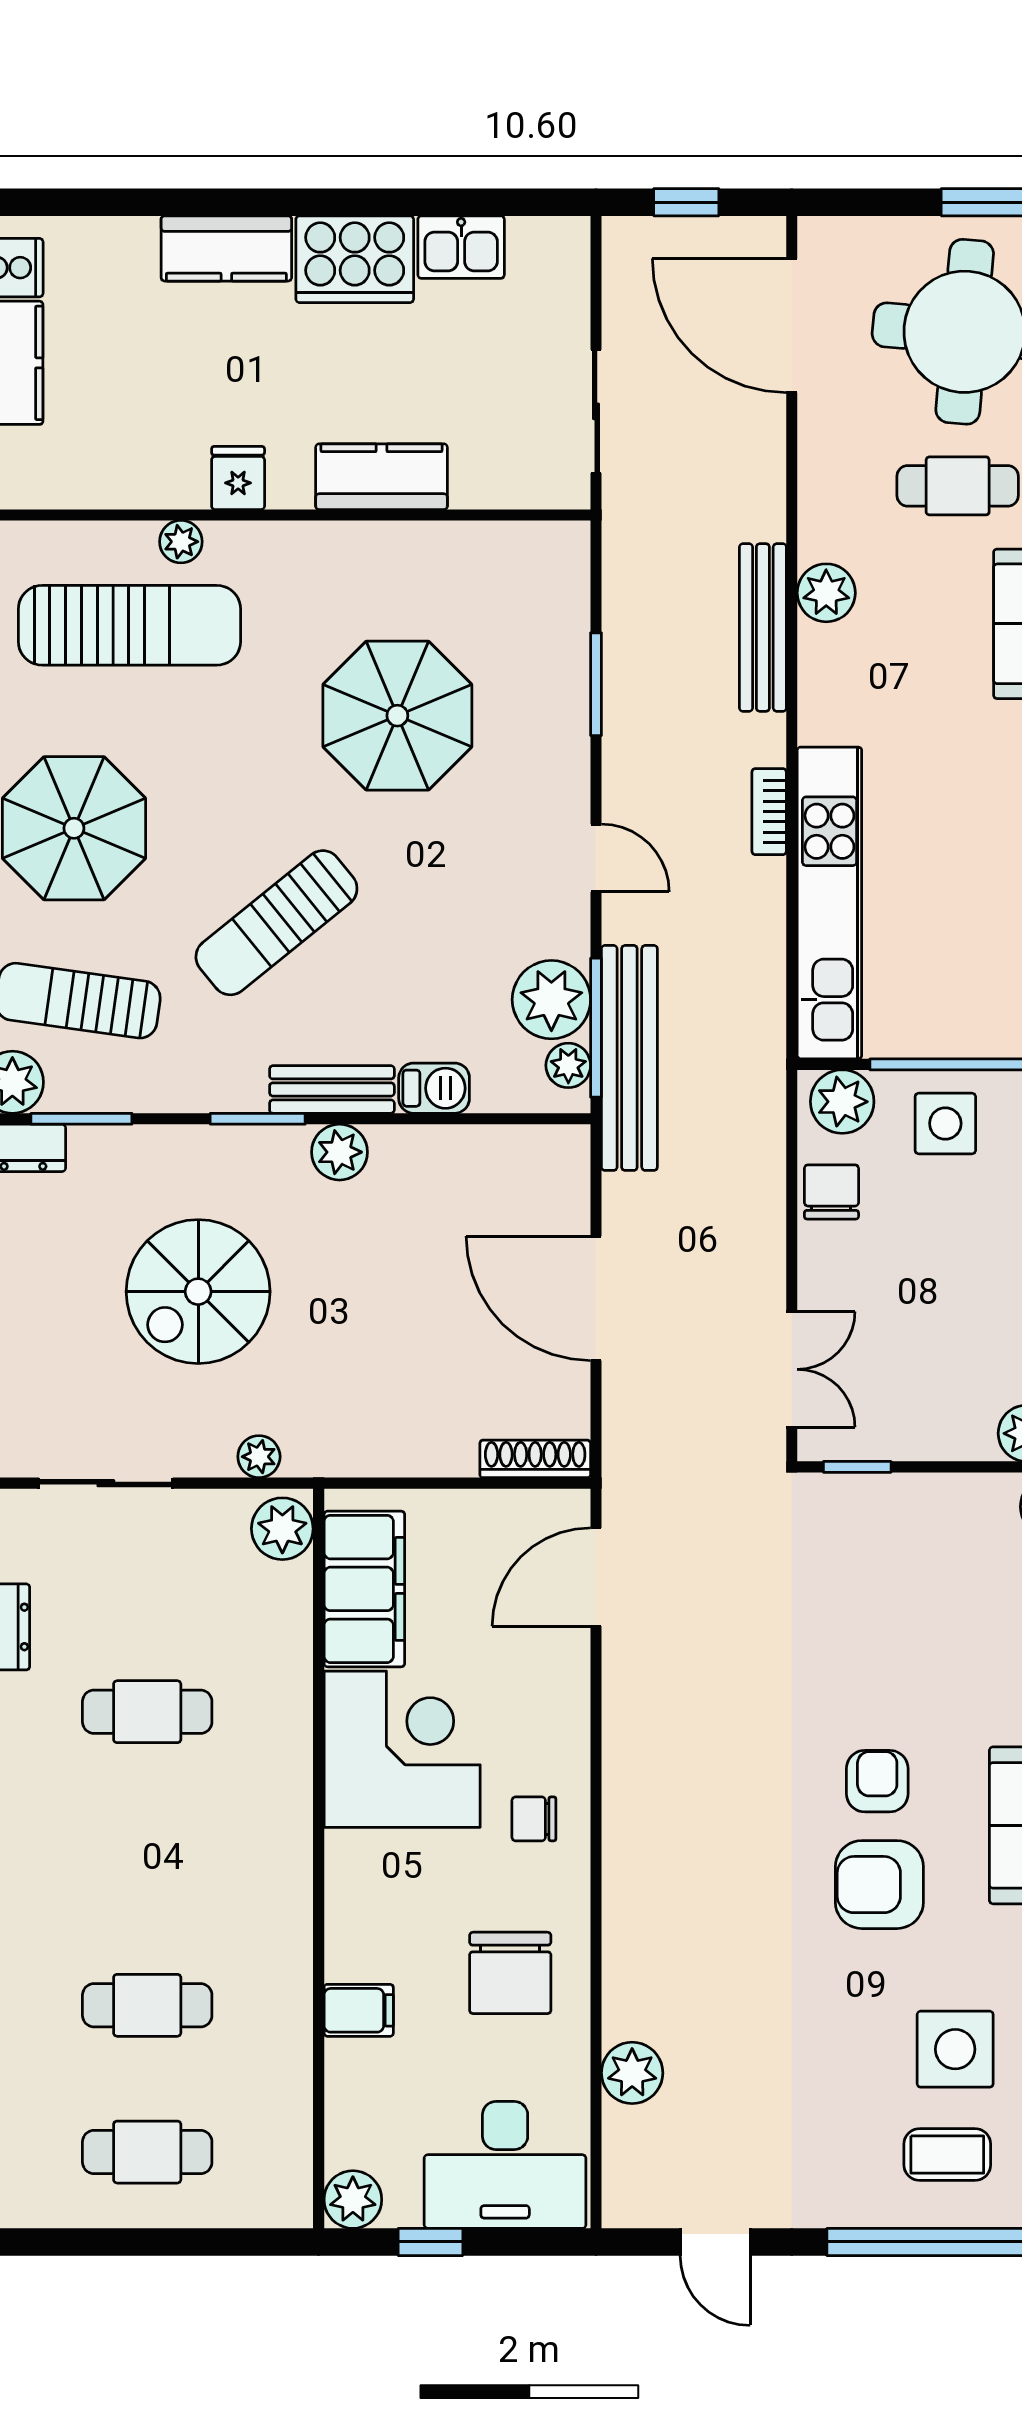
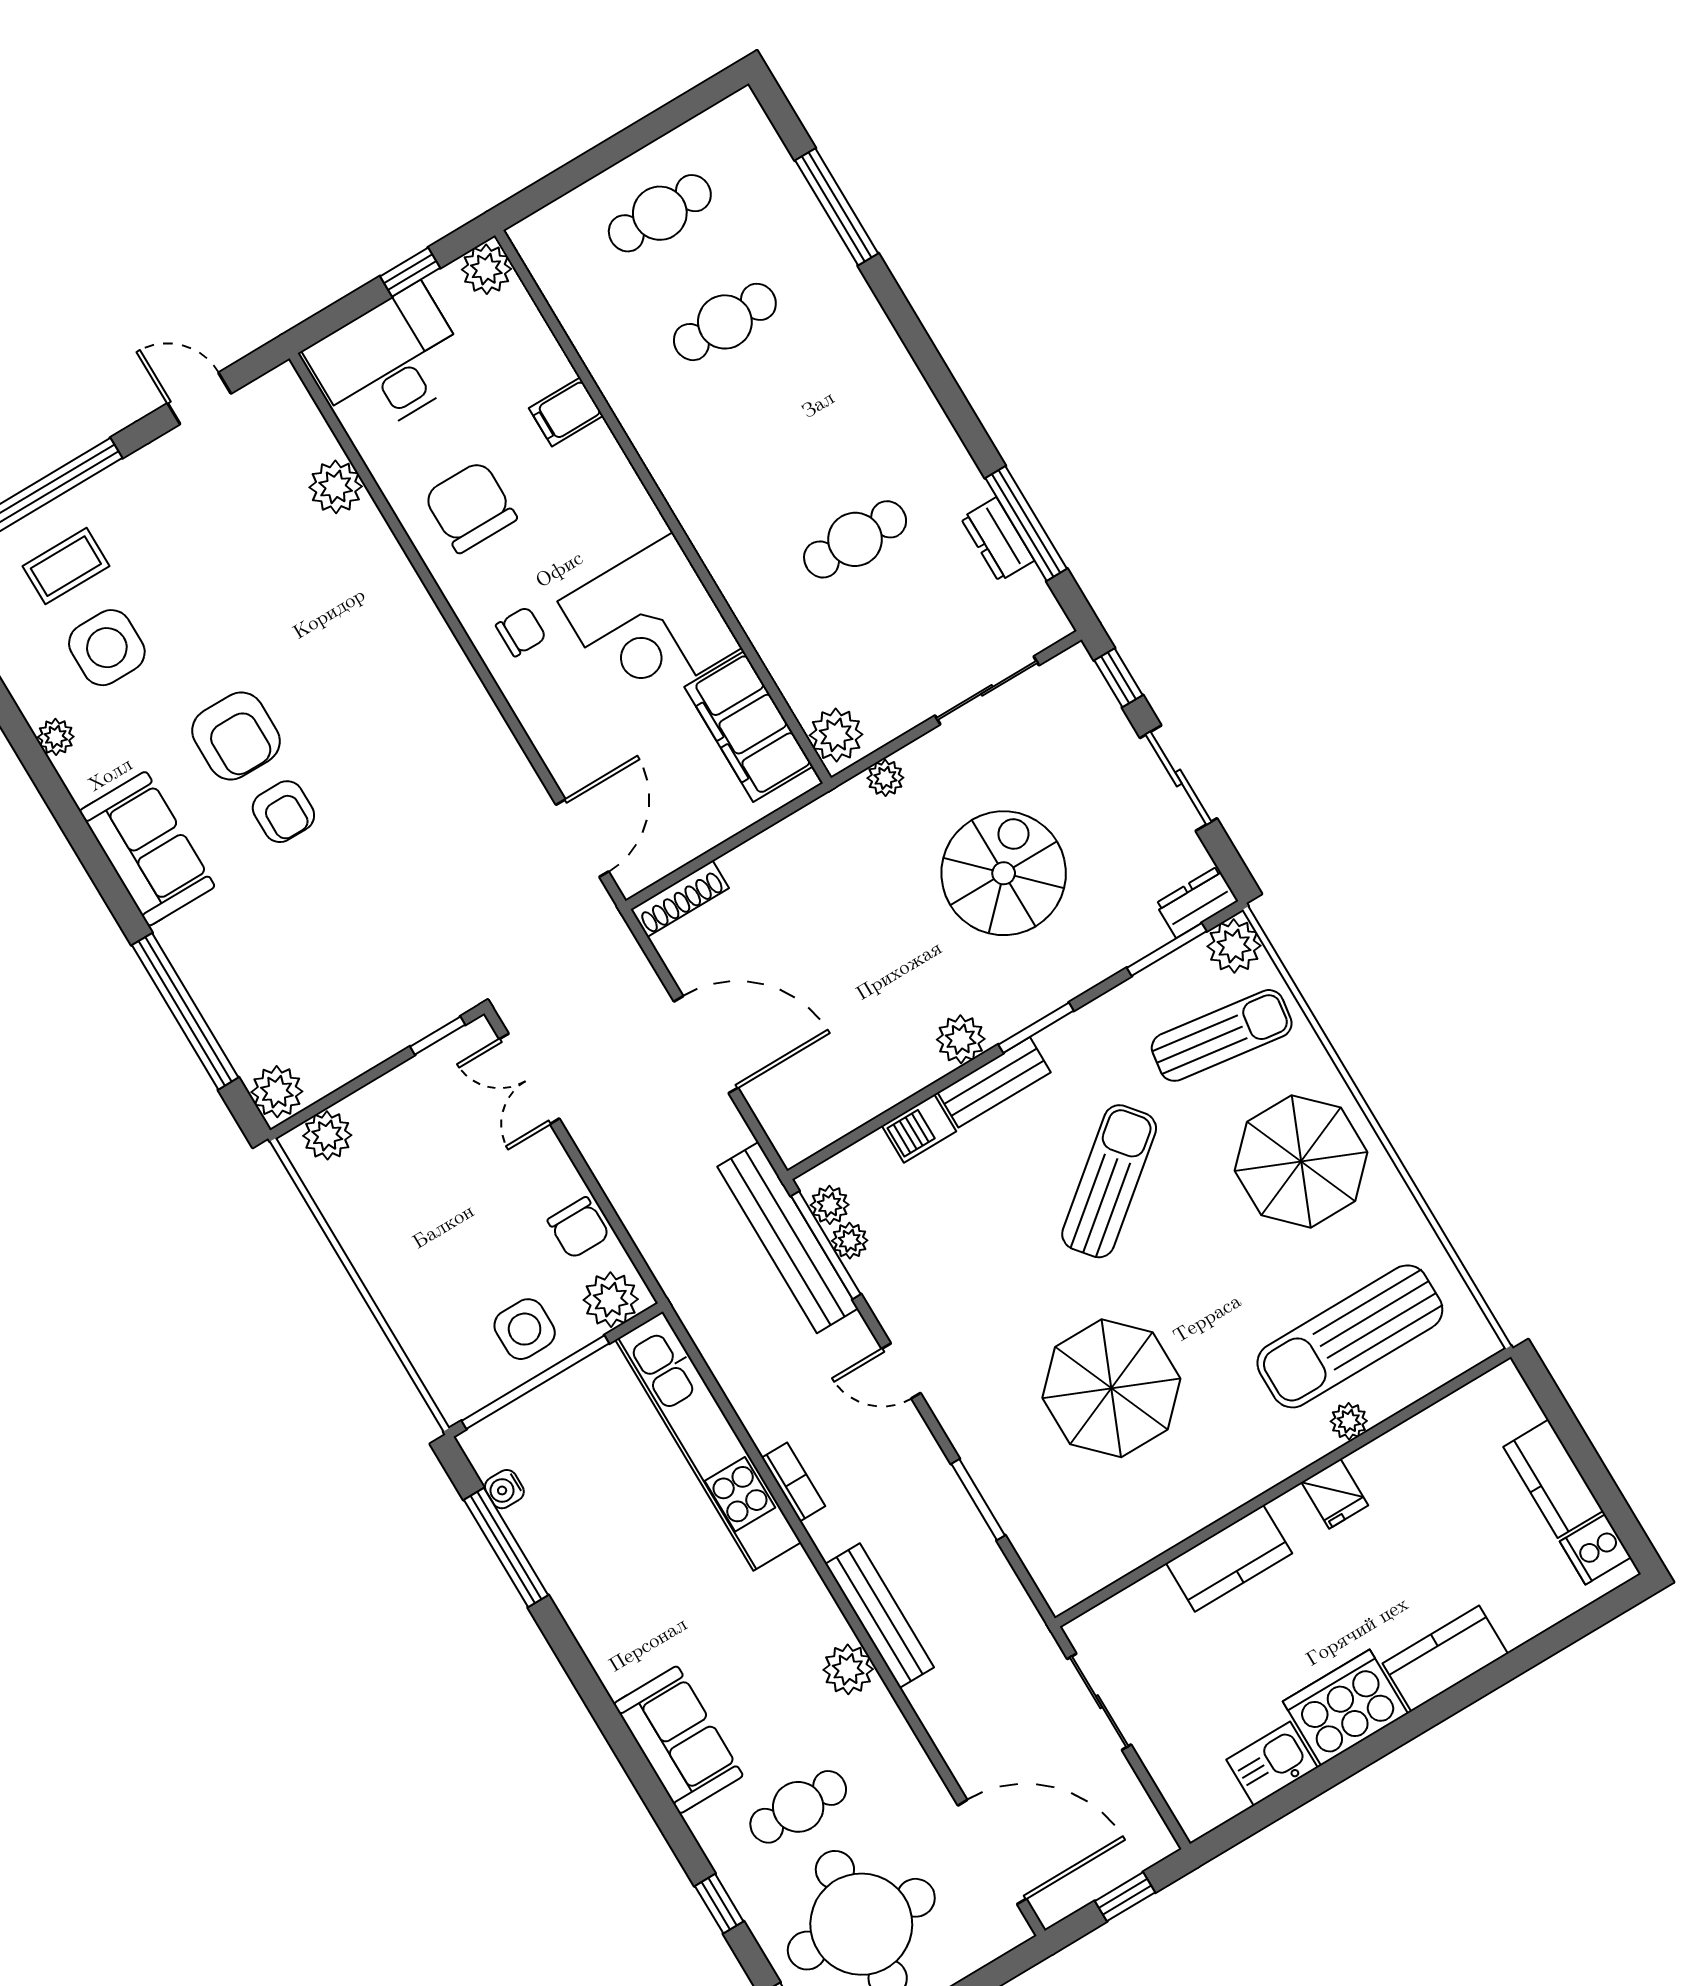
plant: (551, 1000) -> (850, 1241), width x0.53, depth x0.53
armchair: (879, 1885) -> (236, 736), turned 90

